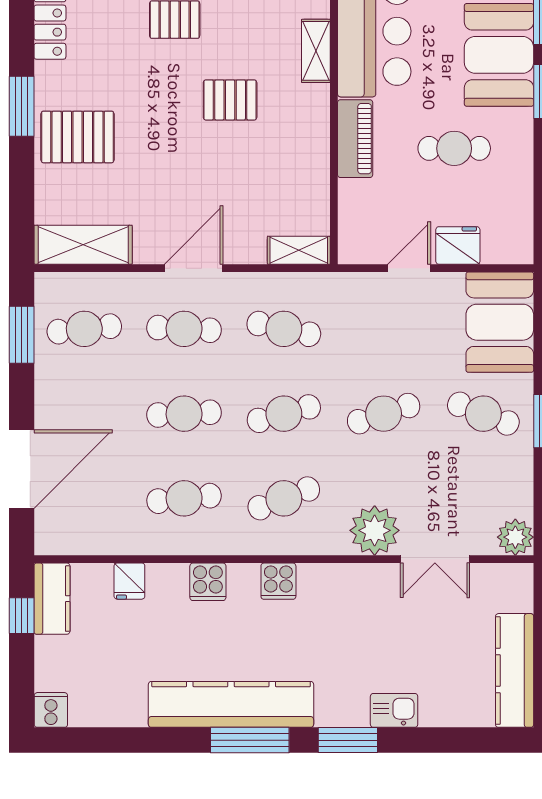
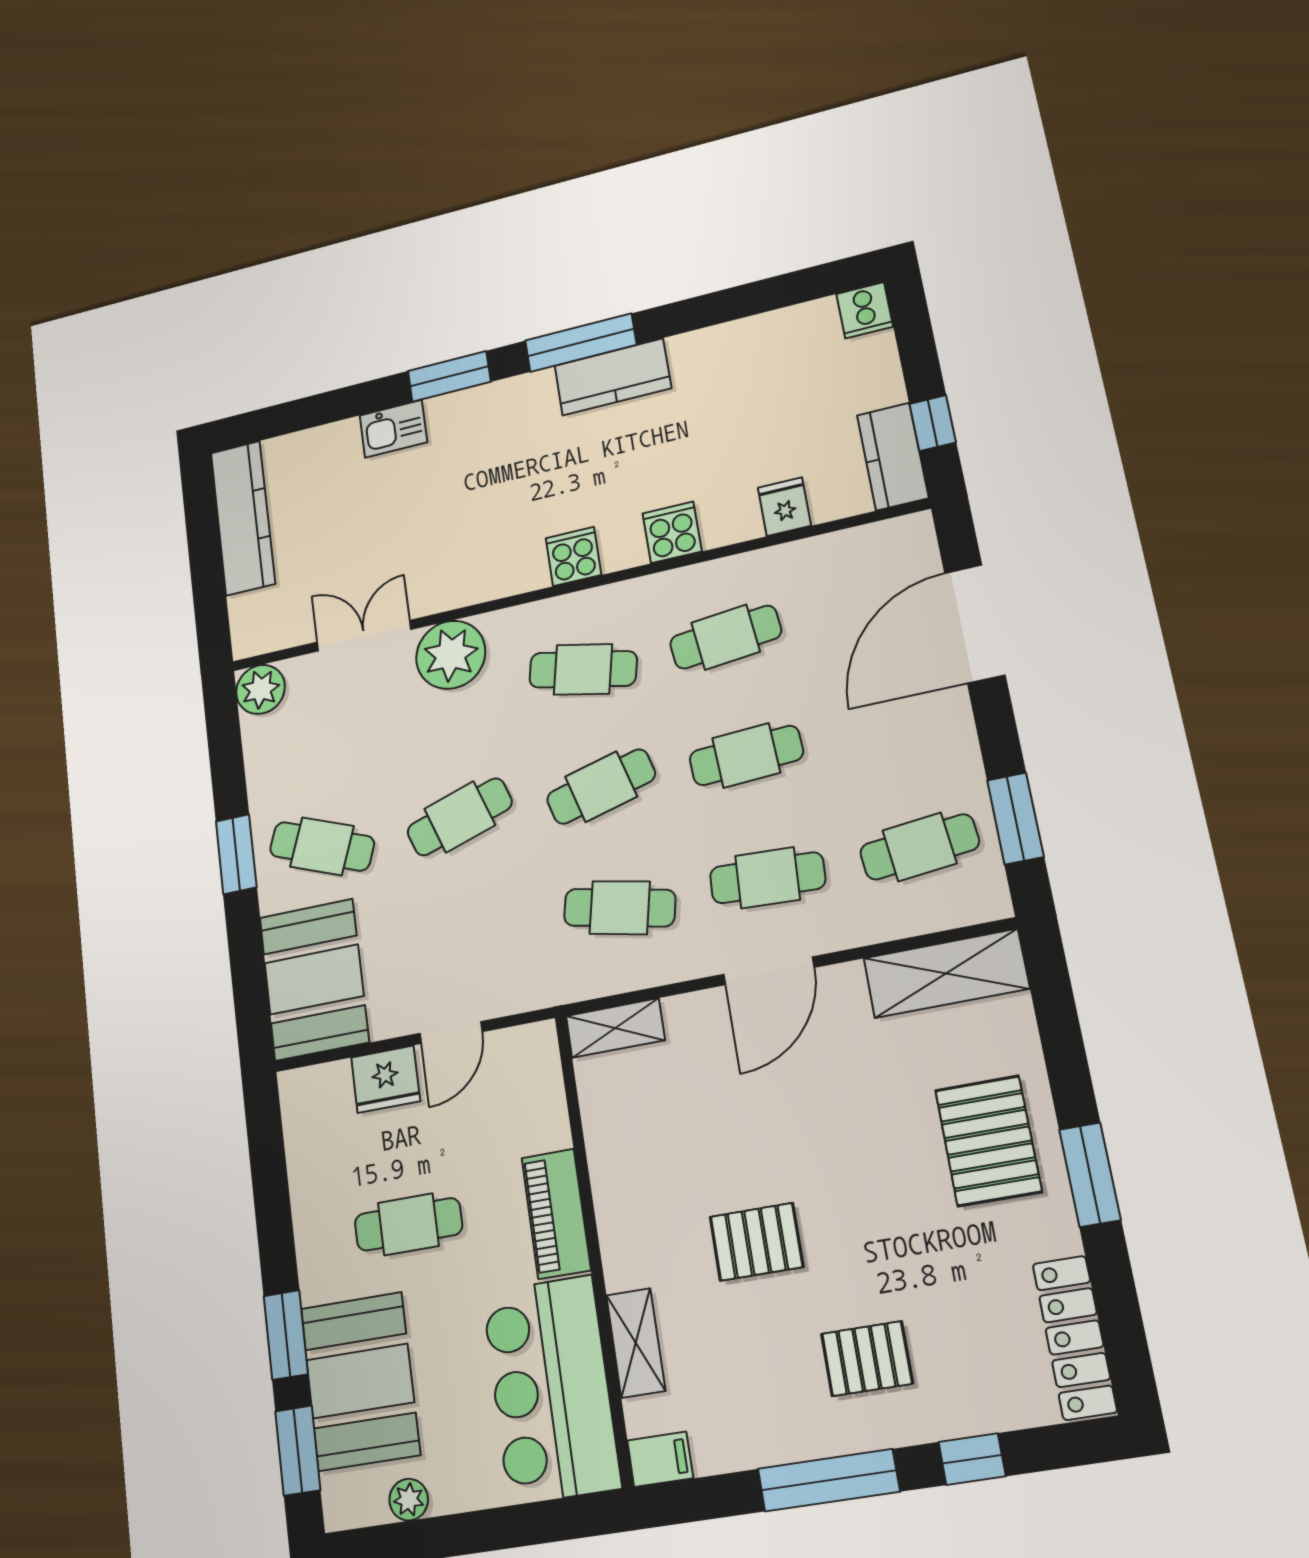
pallet: (78, 137) -> (988, 1141), turned 90
cafe table: (284, 498) -> (583, 669), turned 33
kitchen counter: (231, 704) -> (613, 377), width x0.48, depth x0.86

